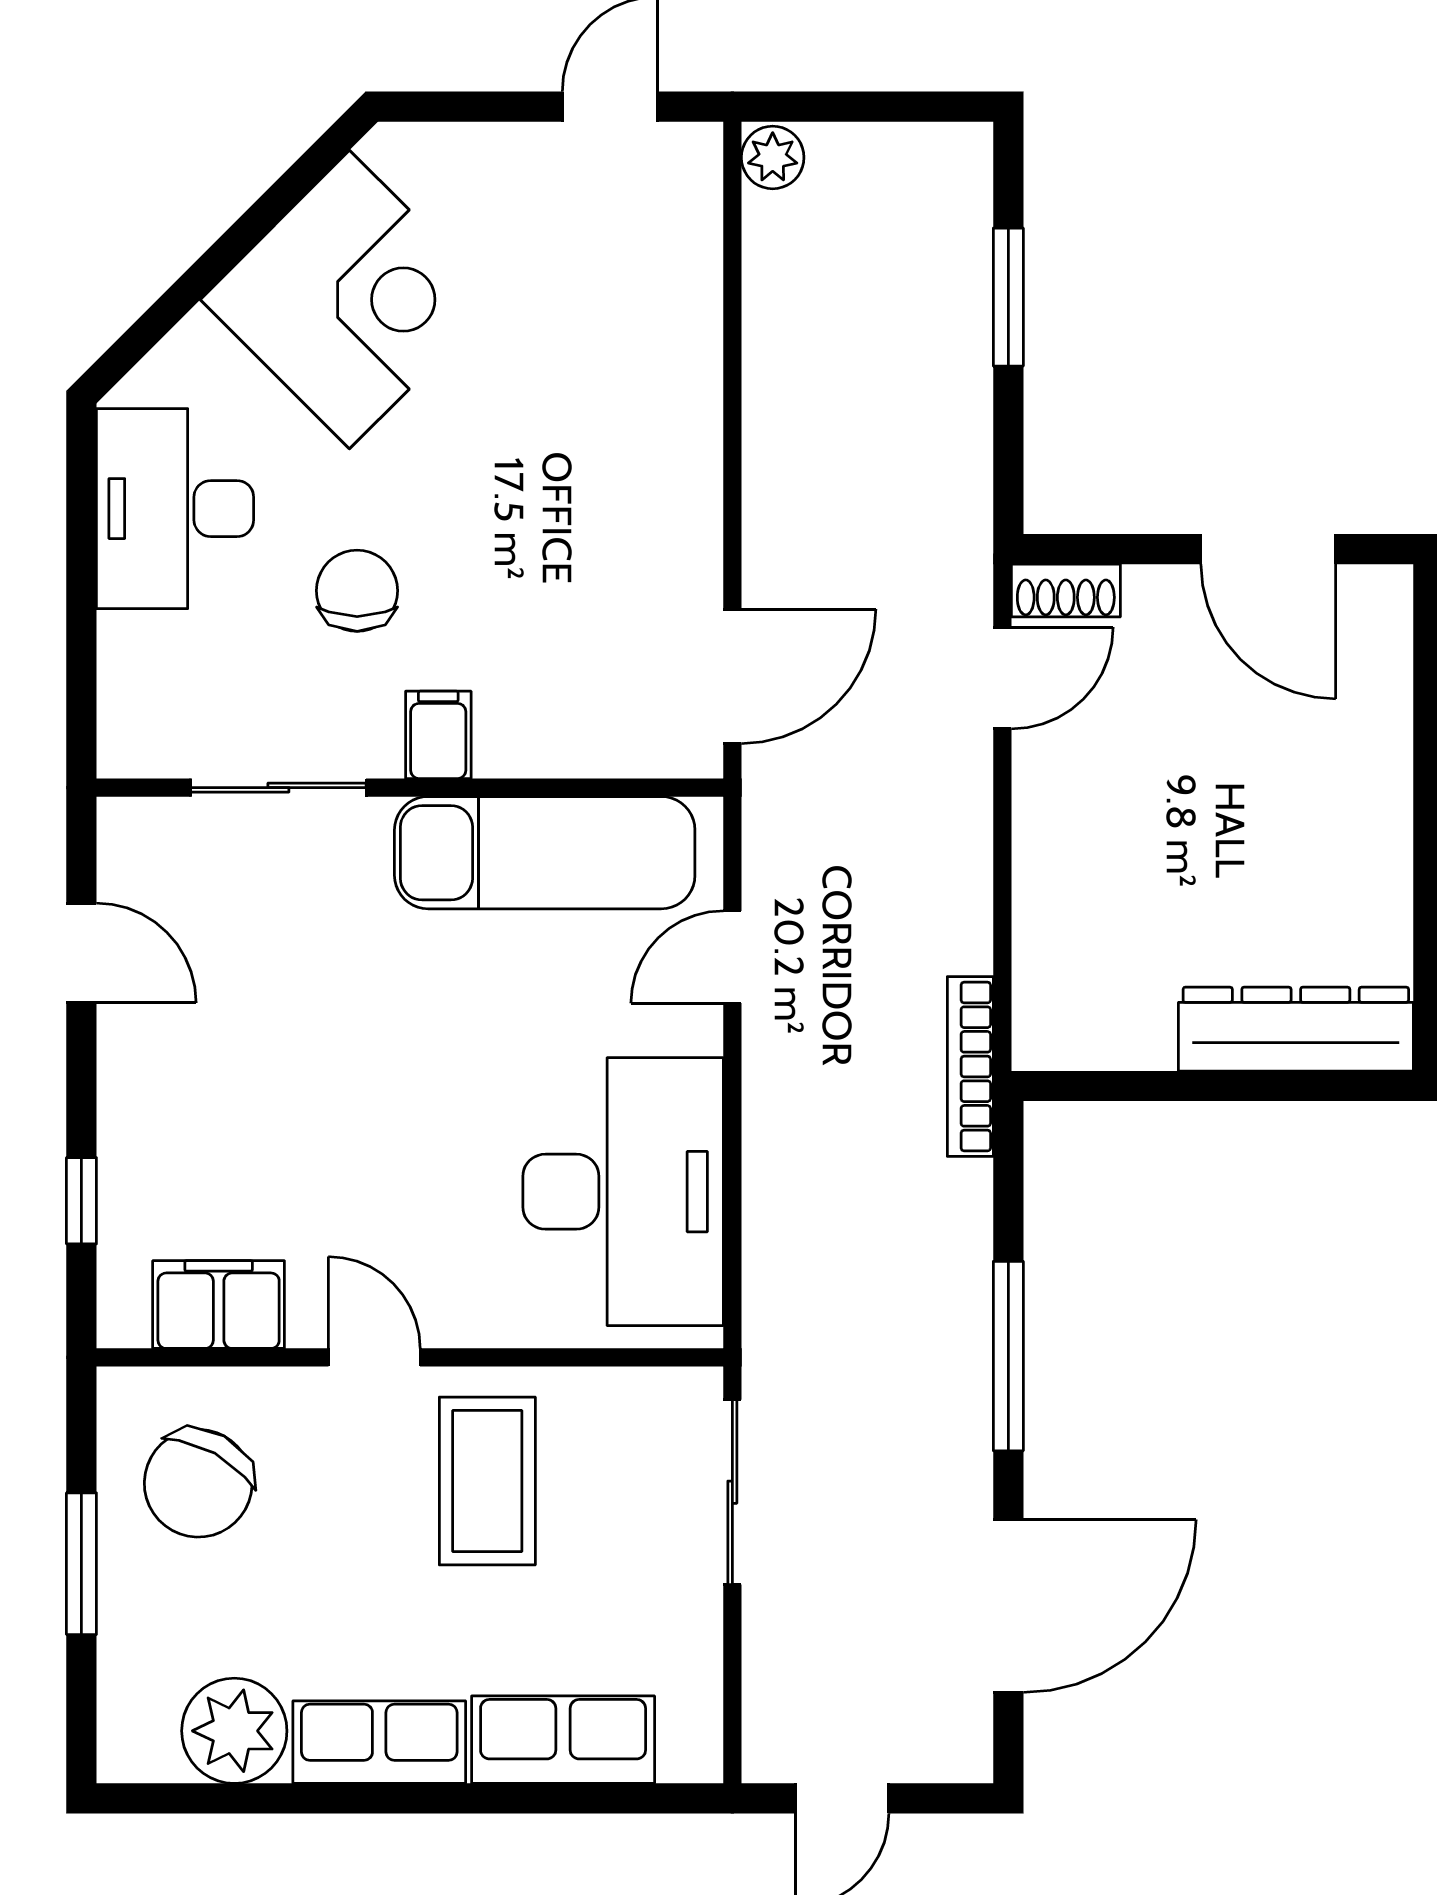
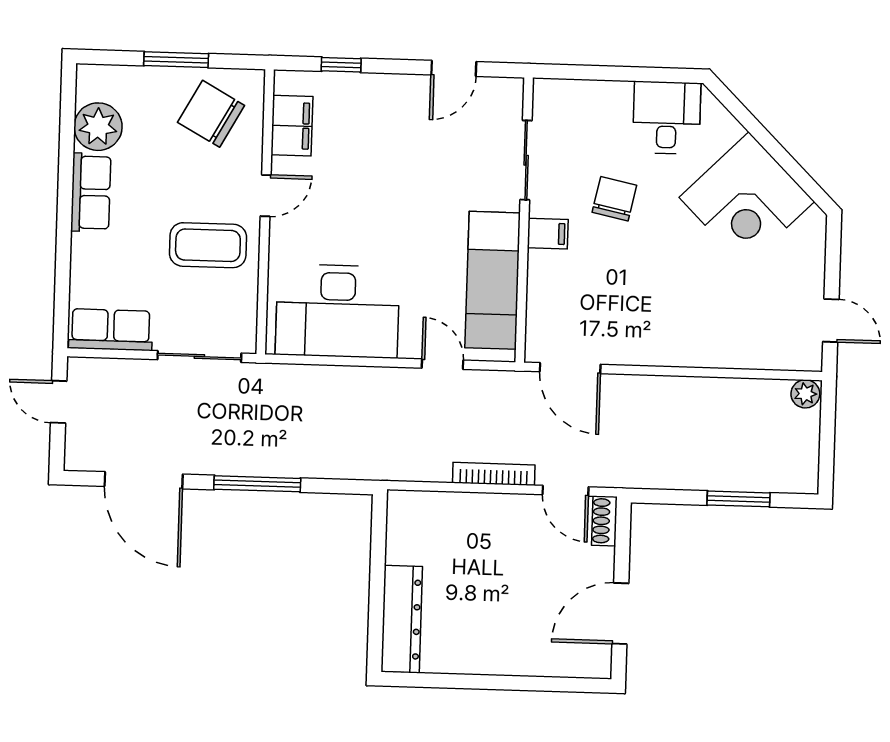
desk: (175, 509) -> (667, 118), width x0.73
chair: (357, 591) -> (614, 199), turned -78
bookcase: (970, 1067) -> (494, 474), moved
row of seats: (563, 1740) -> (111, 330), moved, turned -90

